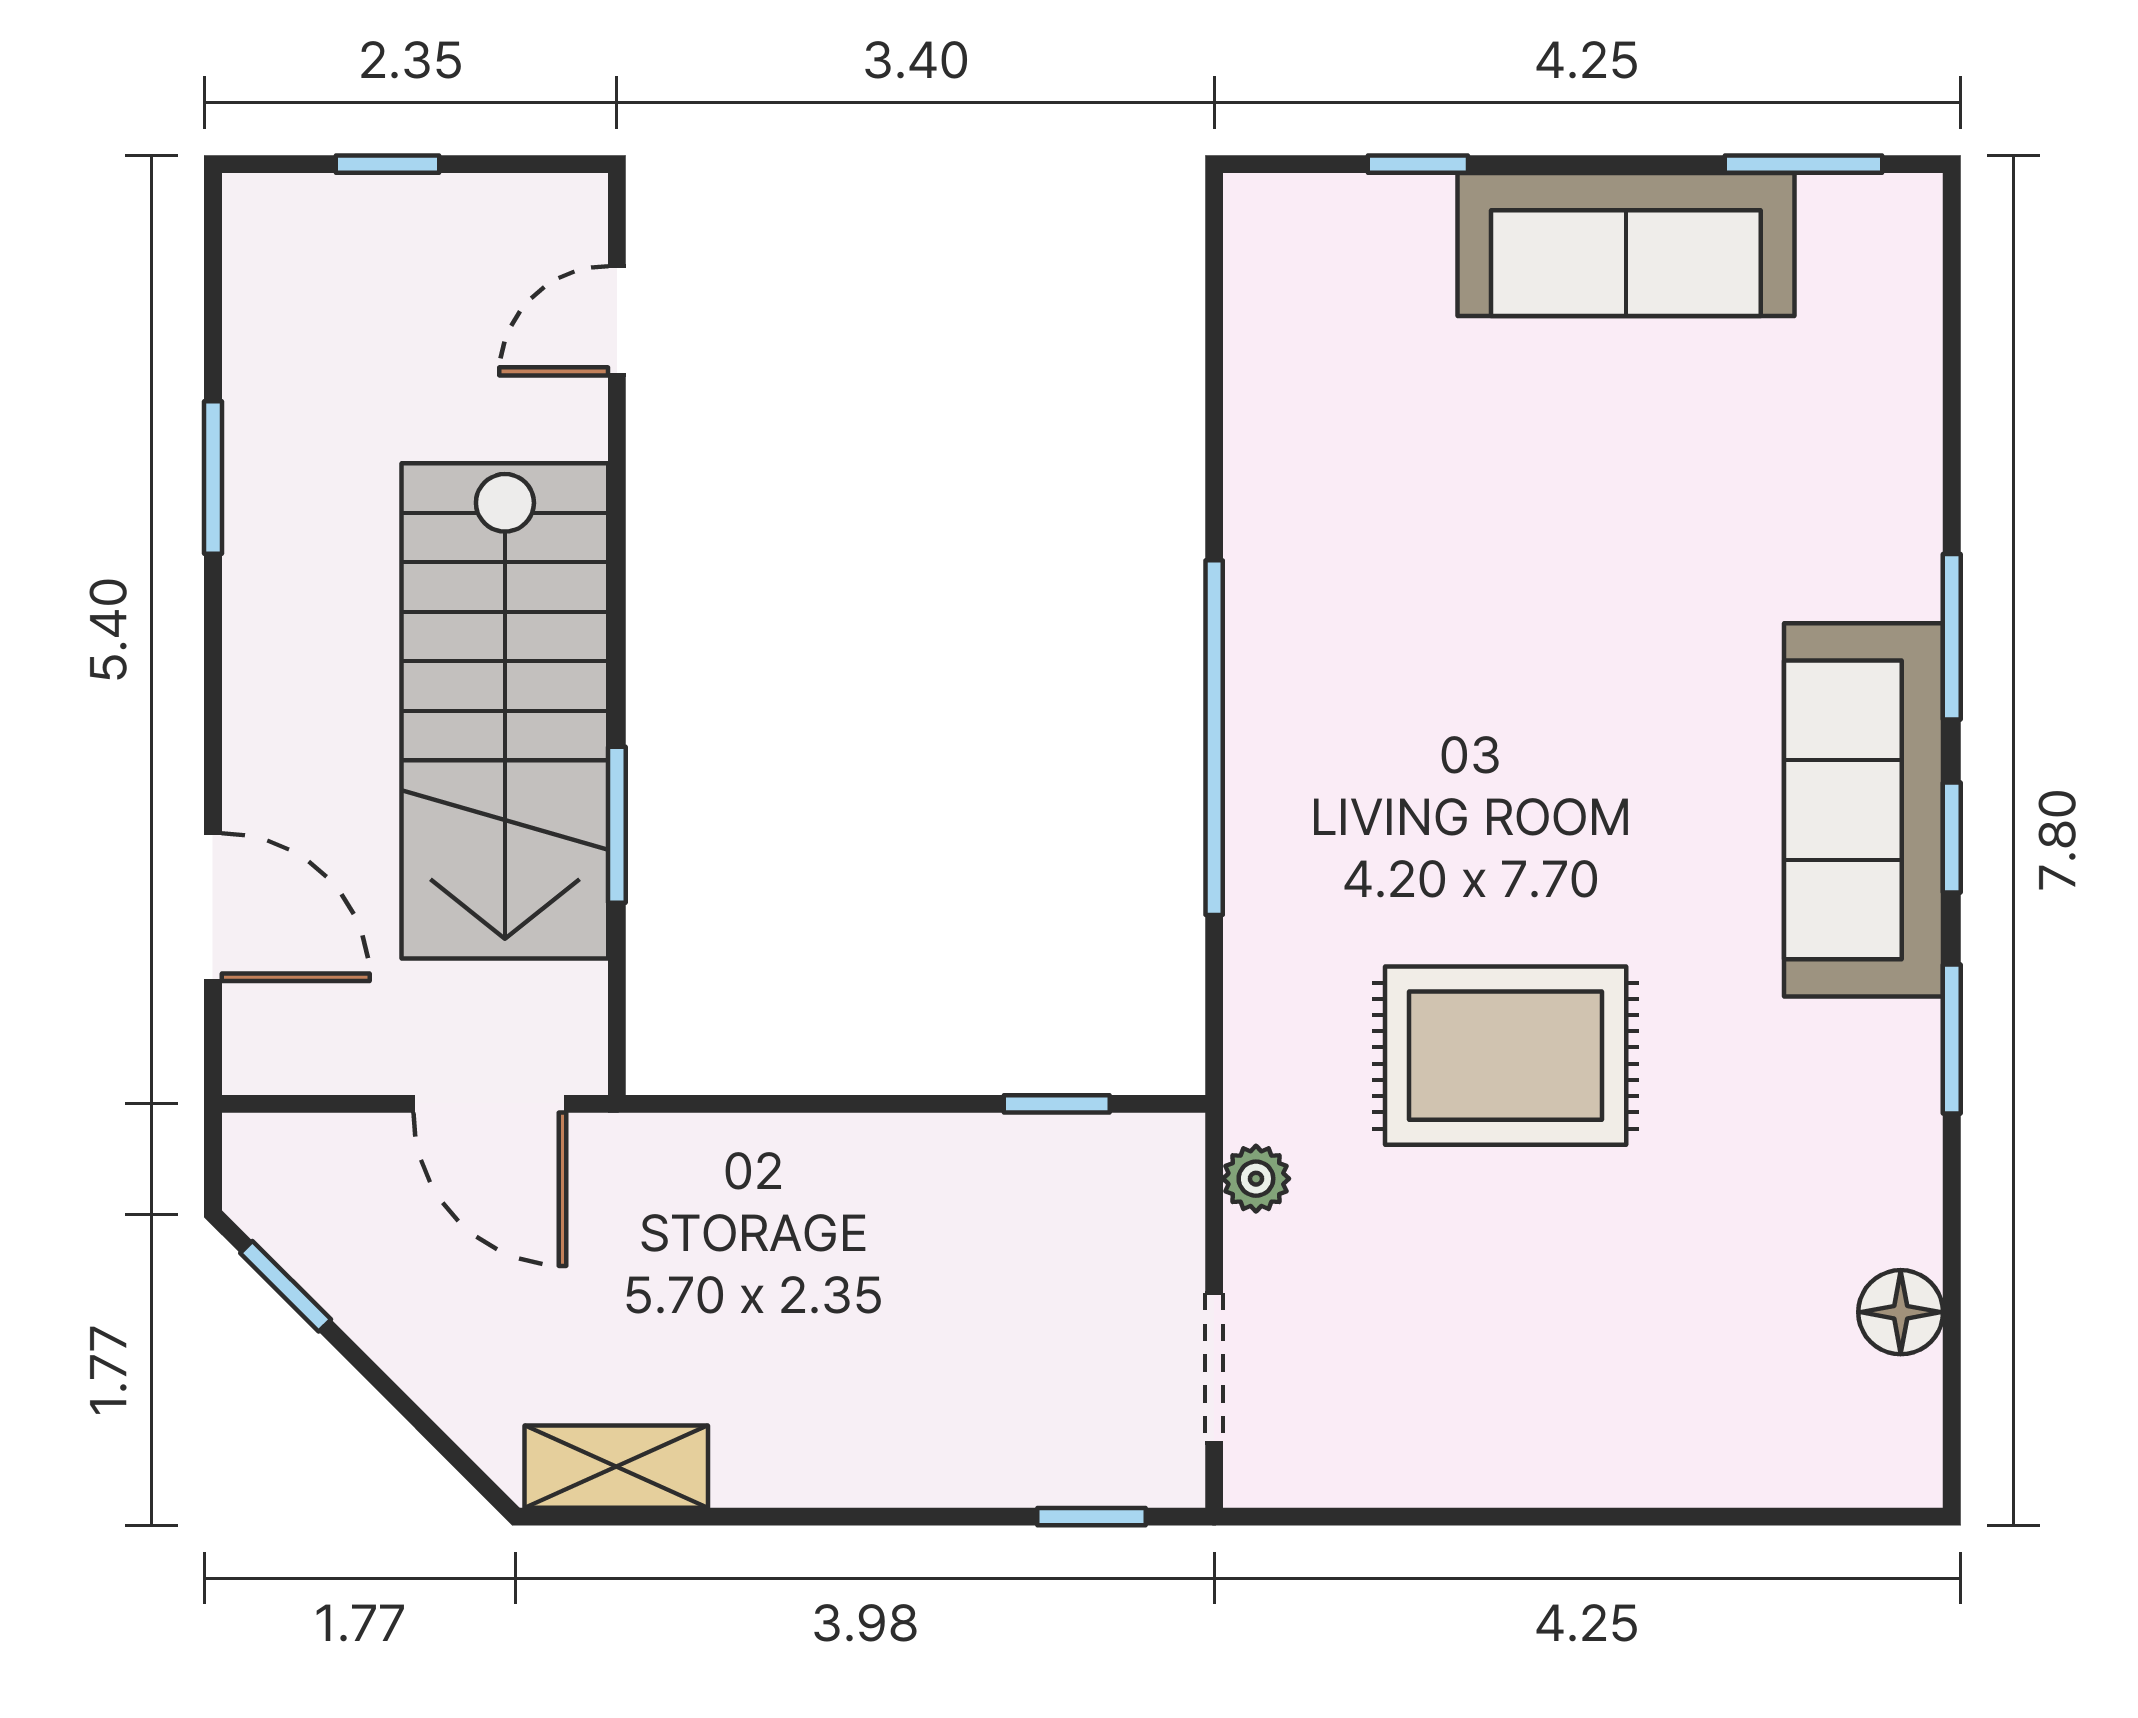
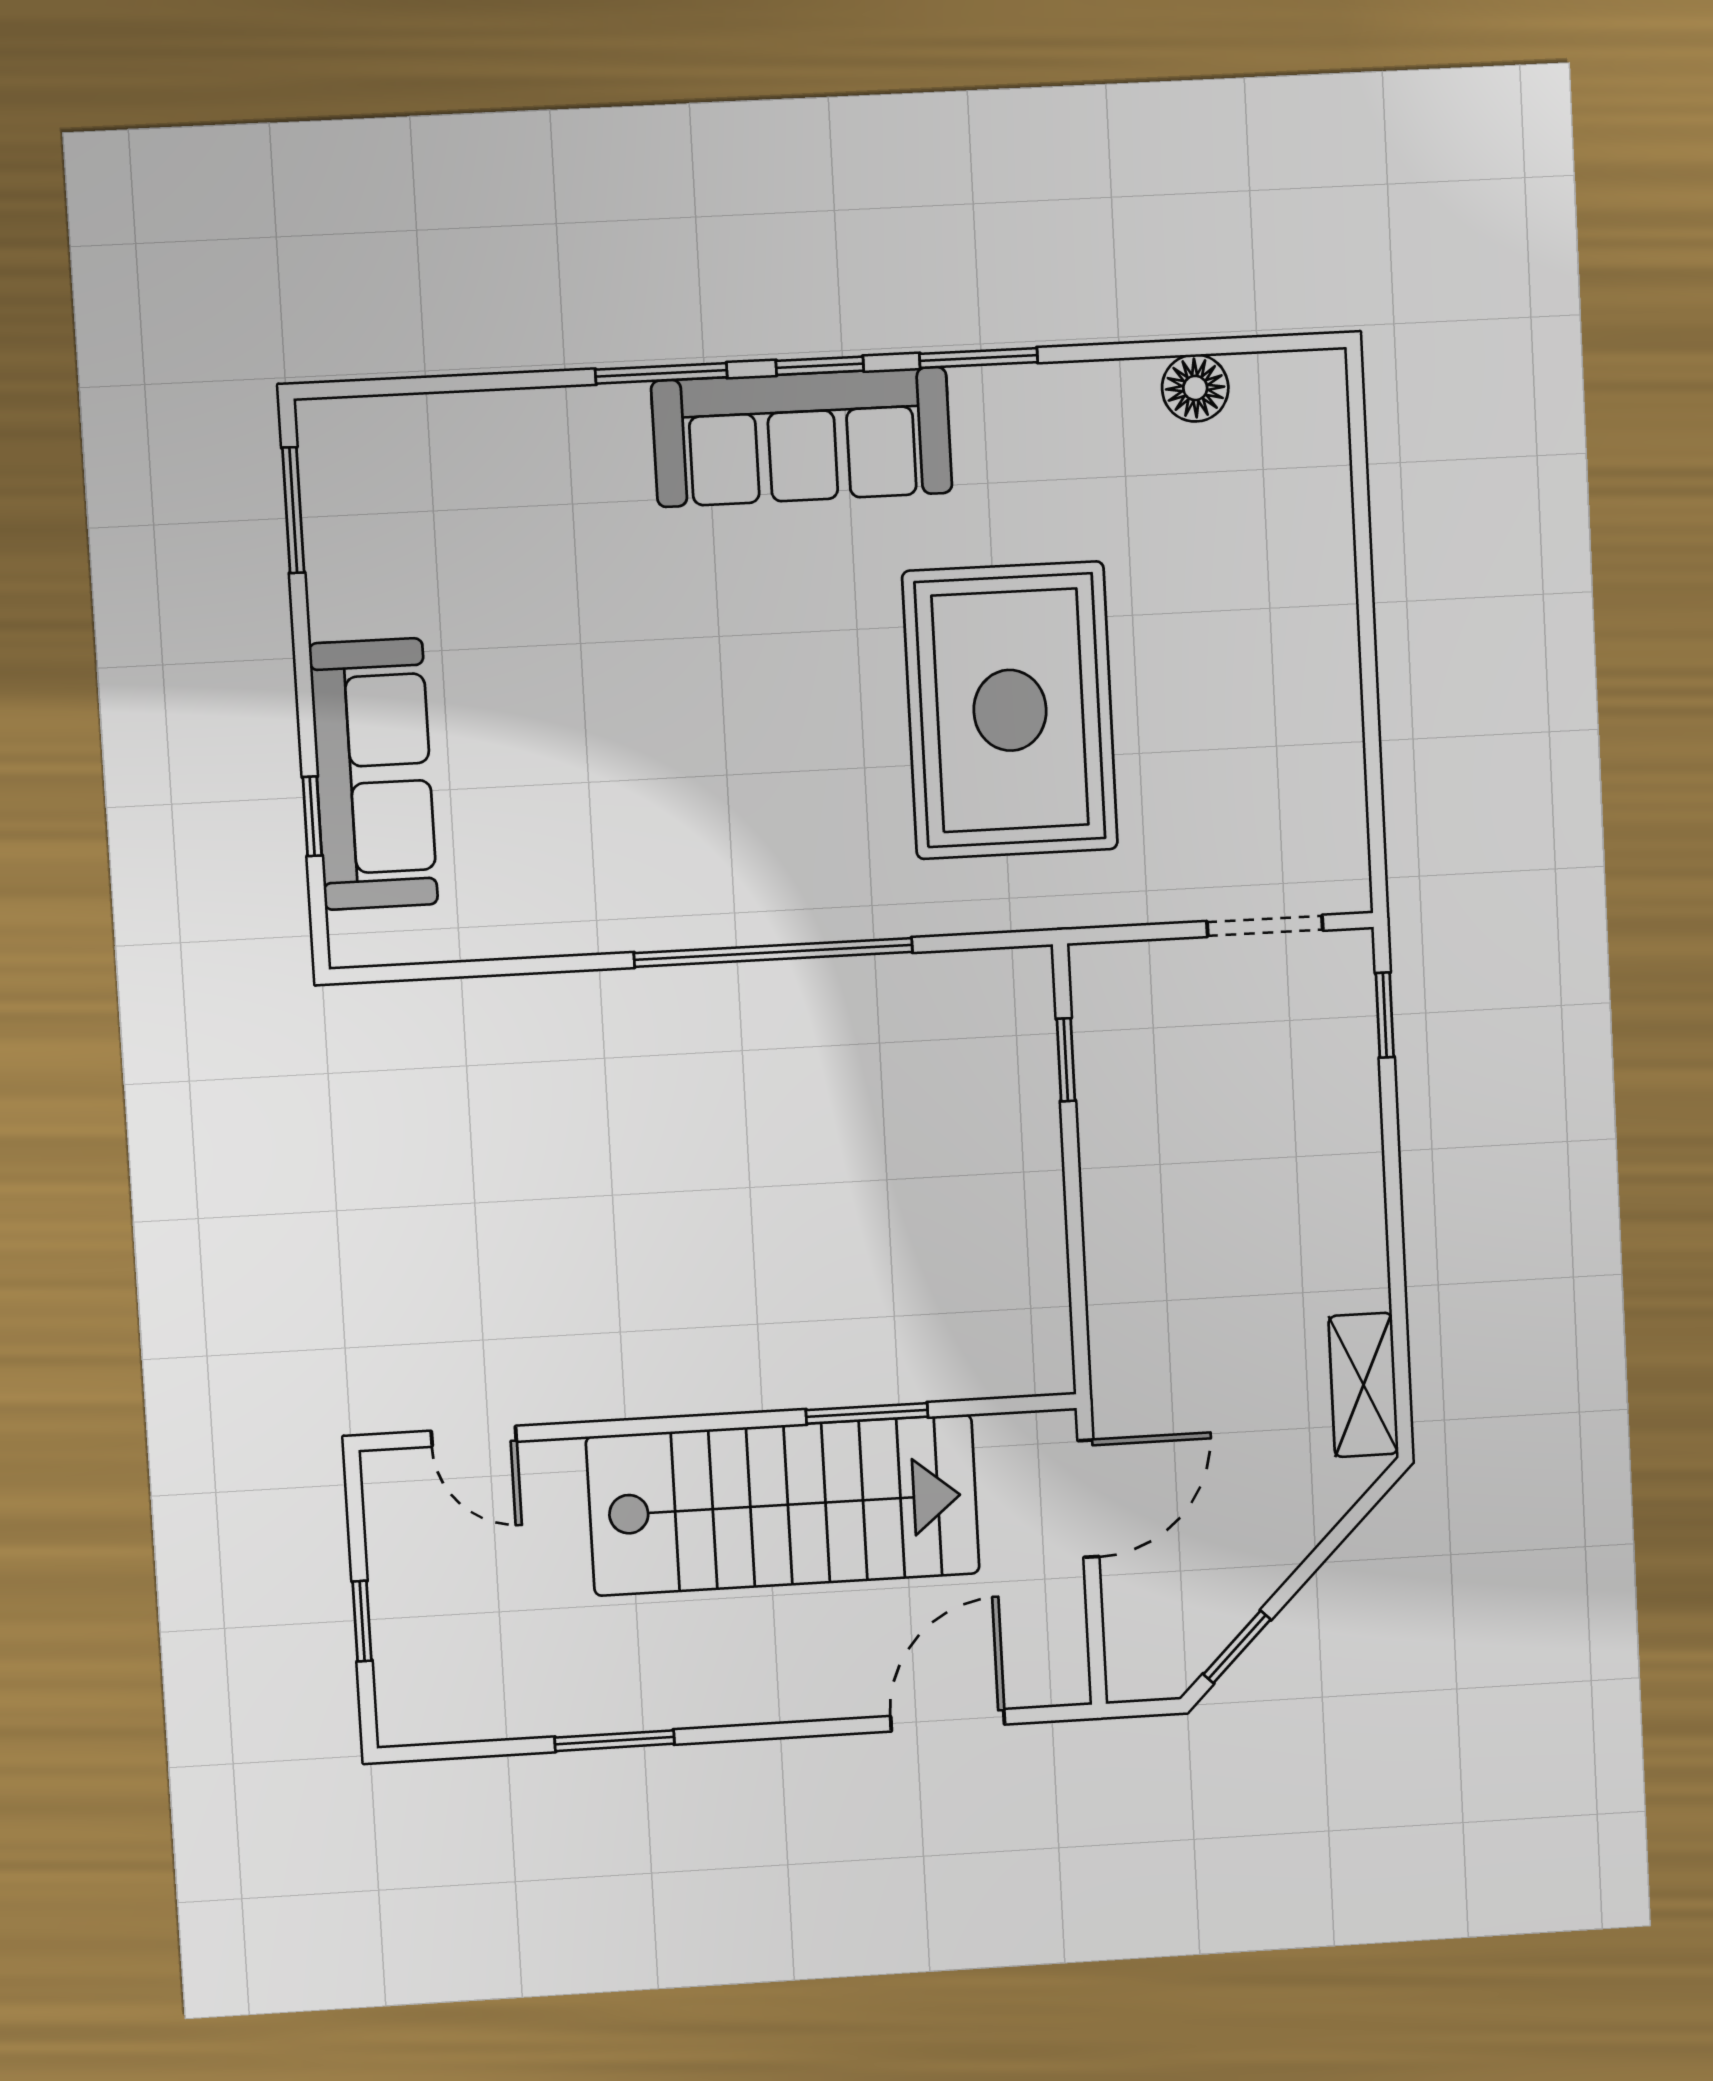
sofa: (1626, 245) -> (373, 774), moved
rug: (1506, 1056) -> (1010, 710), width x1.37, depth x1.44
plant: (1256, 1179) -> (1116, 901), removed

